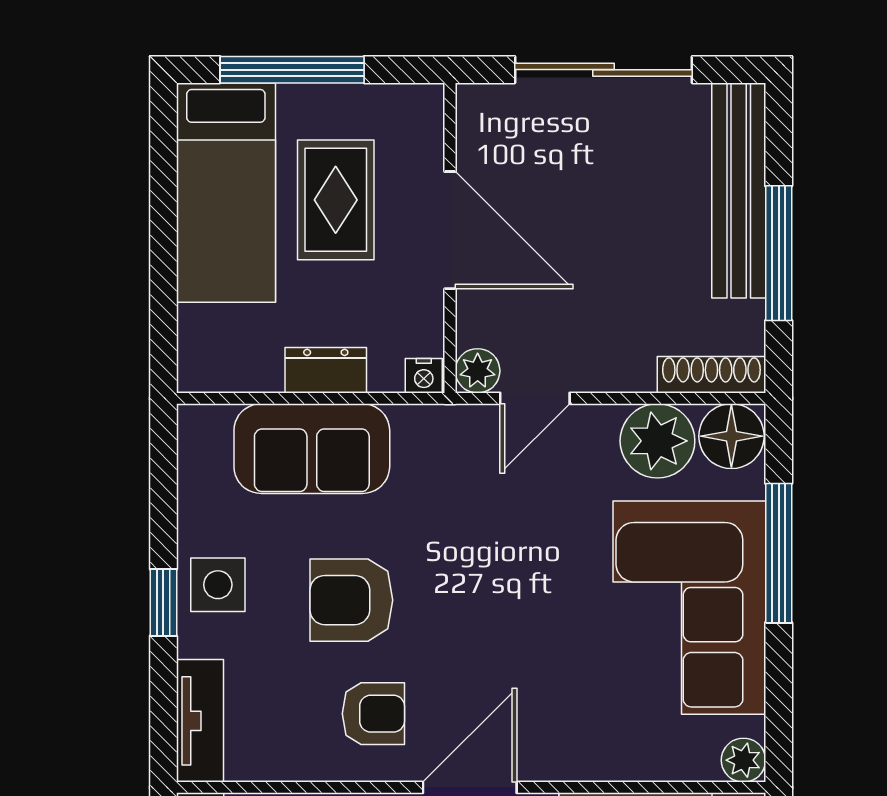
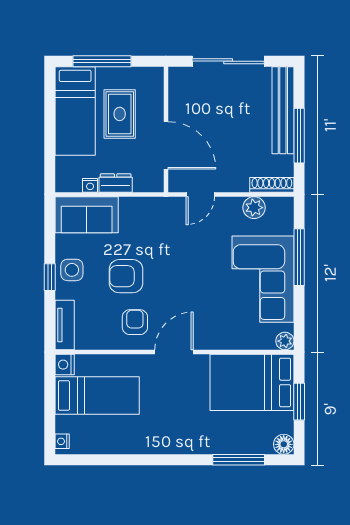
door: (450, 230) -> (166, 145), moved
plant: (478, 371) -> (177, 183), removed
nightstand: (424, 376) -> (90, 185), moved
floor lamp: (731, 436) -> (280, 210), removed
plant: (657, 441) -> (254, 208), width x0.73, depth x0.73
sofa: (312, 449) -> (87, 215), moved
armchair: (373, 714) -> (135, 322), turned -90

